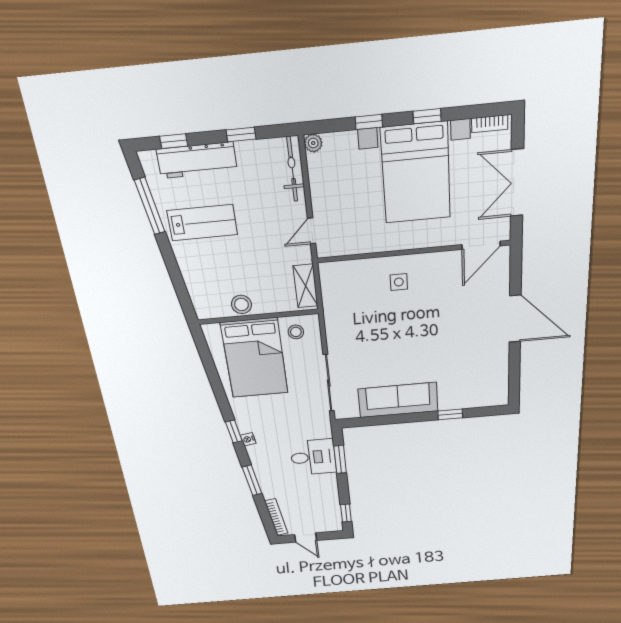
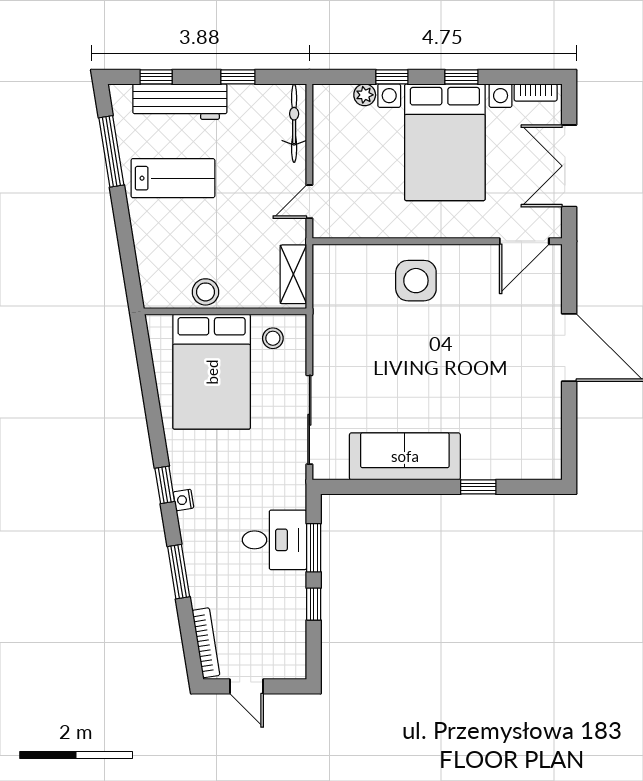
plant: (313, 143) -> (365, 95), moved
side table: (399, 282) -> (416, 281), width x1.87, depth x1.87
window: (346, 513) -> (314, 604), moved

